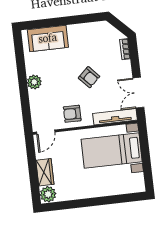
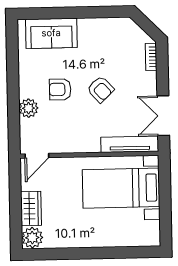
plant: (34, 82) -> (29, 108), moved
armchair: (72, 114) -> (60, 89), moved

